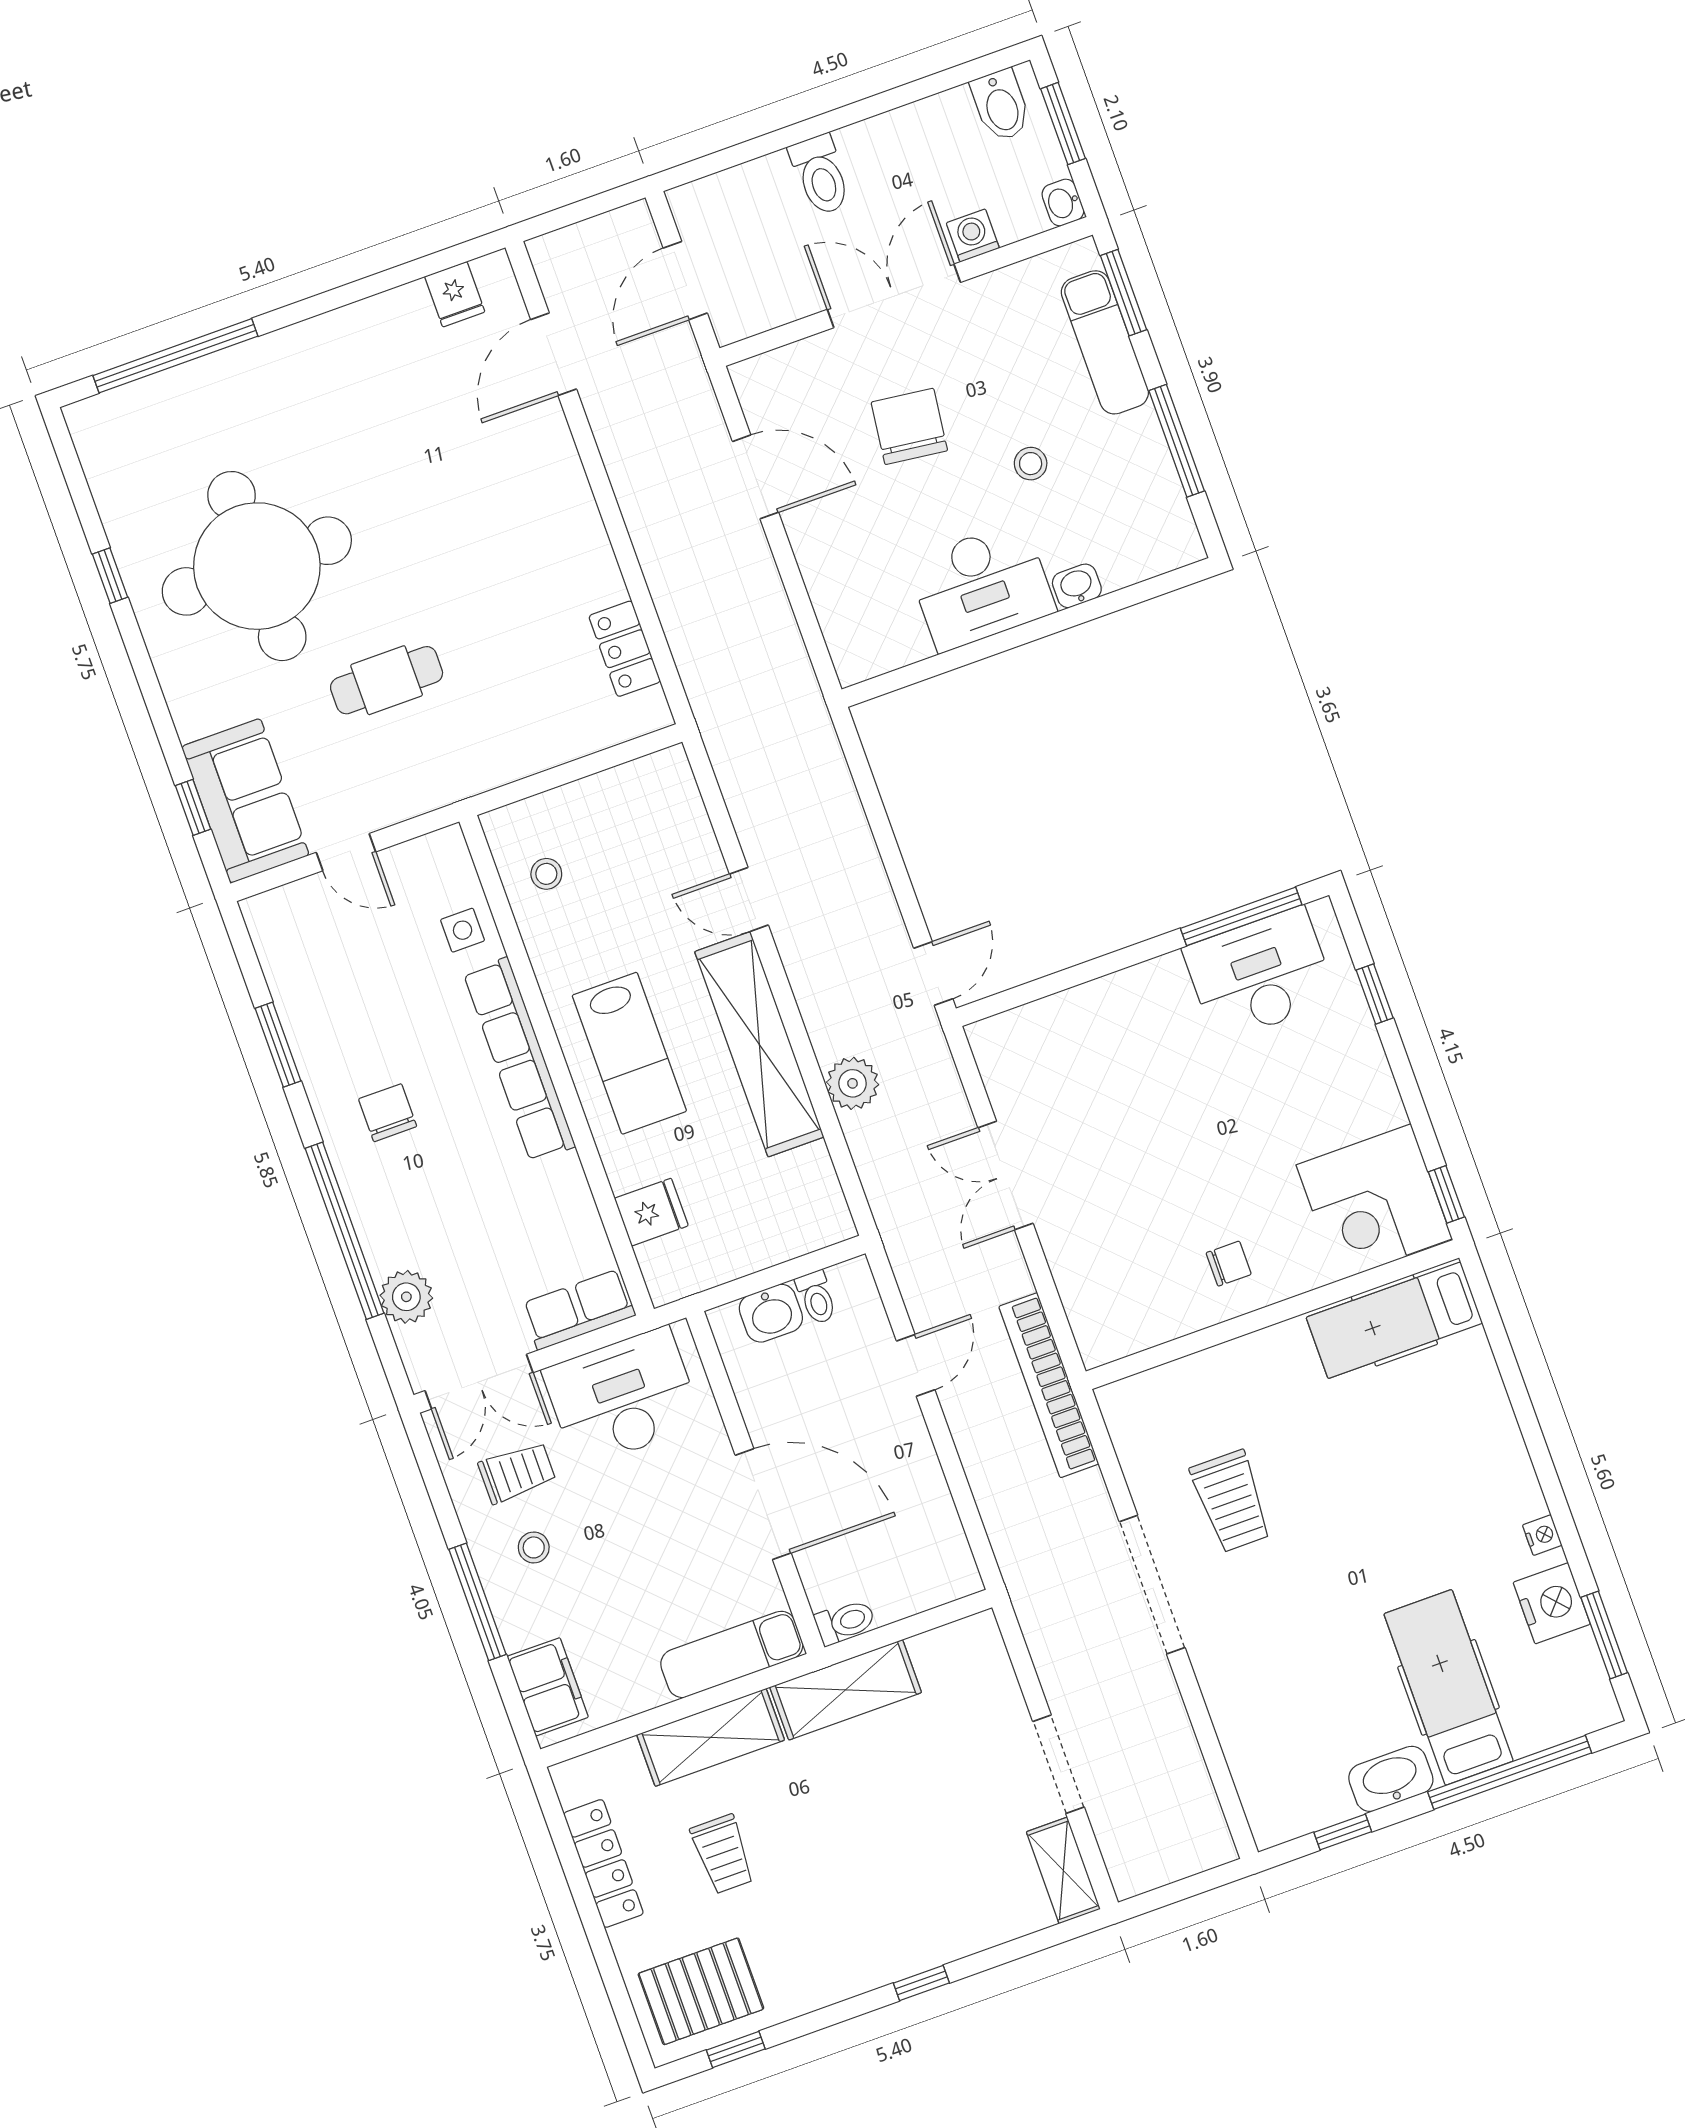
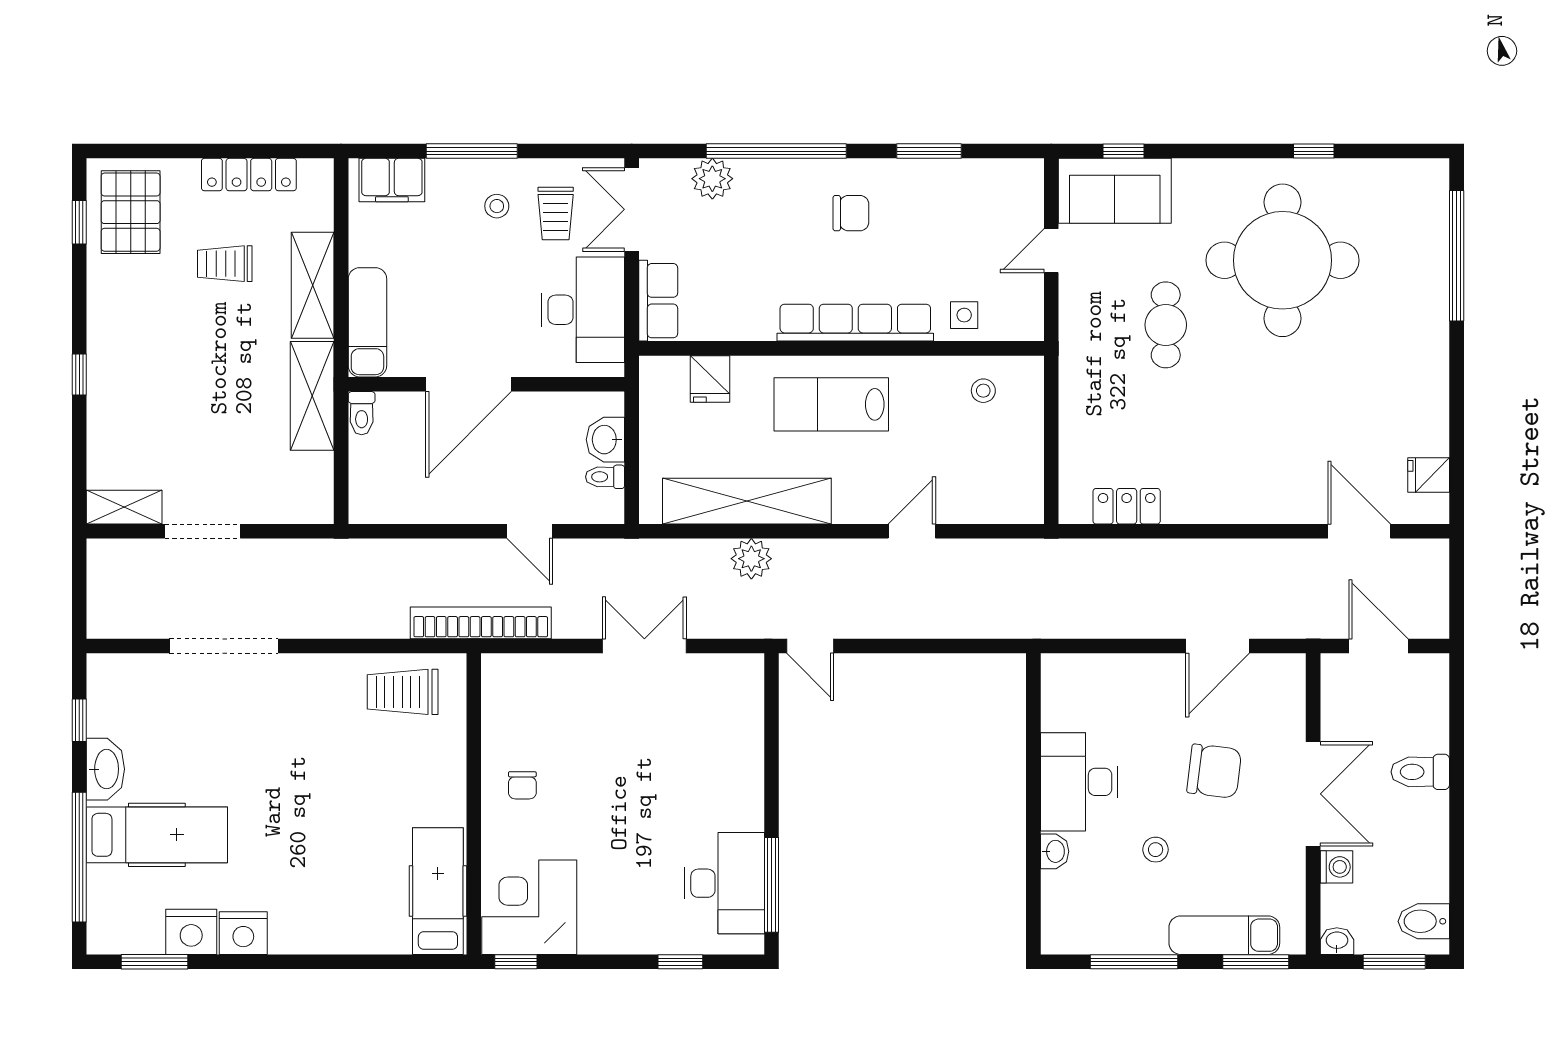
shelving: (759, 1044) -> (747, 501), moved
trolley: (1231, 1501) -> (403, 692), moved
nightstand: (1542, 1535) -> (243, 933), width x1.89, depth x1.79
doorway: (1152, 1585) -> (224, 646), moved

